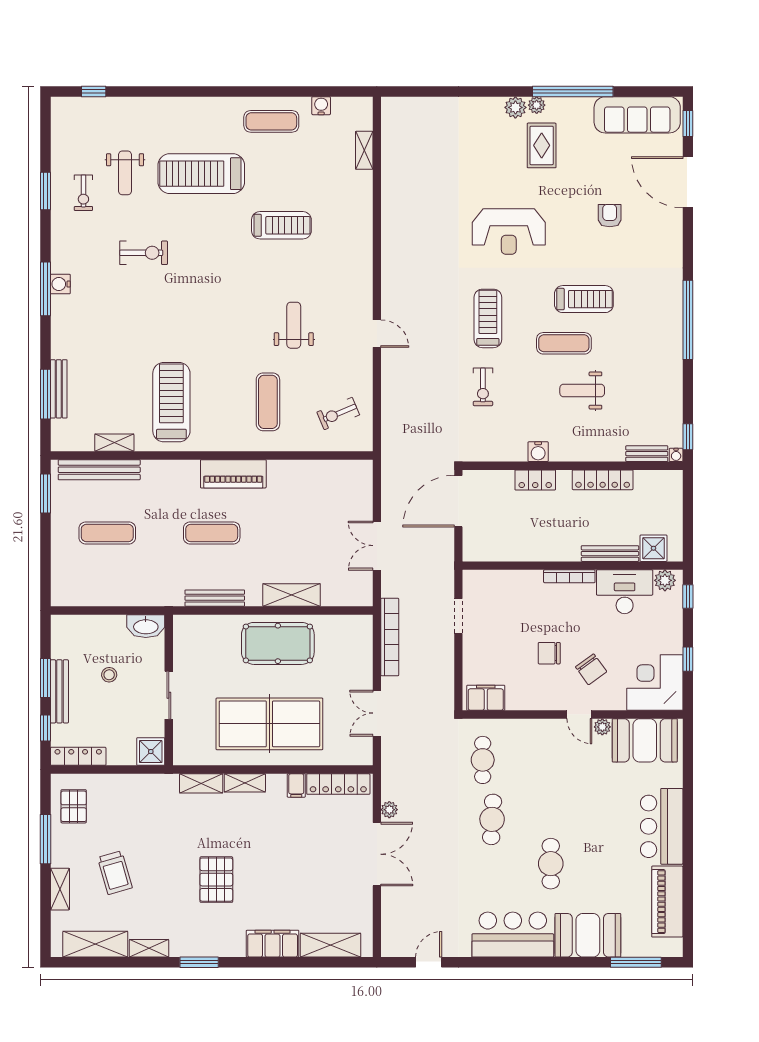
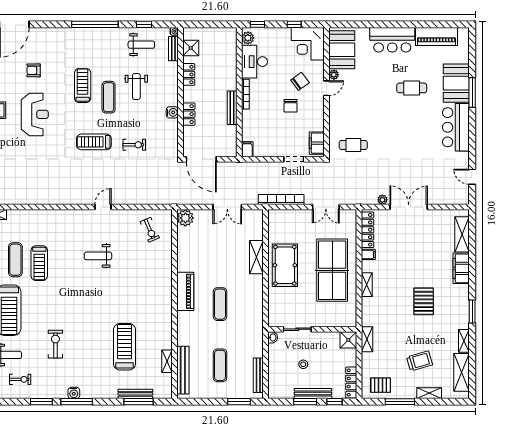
window: (45, 191) -> (41, 402), moved
treadmill: (281, 225) -> (39, 263), turned 180
reception desk: (509, 231) -> (35, 114), moved
weight bench: (653, 399) -> (141, 45), added
treadmill: (171, 402) -> (124, 347), moved, turned 90
exercise mat: (268, 402) -> (15, 260), moved, turned 90
window: (688, 437) -> (144, 24), moved
plant: (358, 474) -> (185, 218), added
locker: (603, 480) -> (189, 74), width x0.66
window: (45, 494) -> (239, 402), moved
shower: (653, 548) -> (191, 48), moved
bench: (610, 554) -> (232, 108), moved
filing cabinet: (475, 579) -> (247, 149), added
bench: (215, 598) -> (258, 375), moved
doorway: (458, 616) -> (294, 159), moved
washbasin: (146, 626) -> (273, 337), width x0.52, depth x0.69
sliding door: (169, 695) -> (297, 329), moved
shelving: (201, 783) -> (367, 339), moved
cafe table: (492, 819) -> (388, 139), removed
cafe table: (551, 864) -> (412, 88), moved
pallet: (216, 880) -> (424, 301), turned 90
window: (636, 962) -> (472, 93), moved

